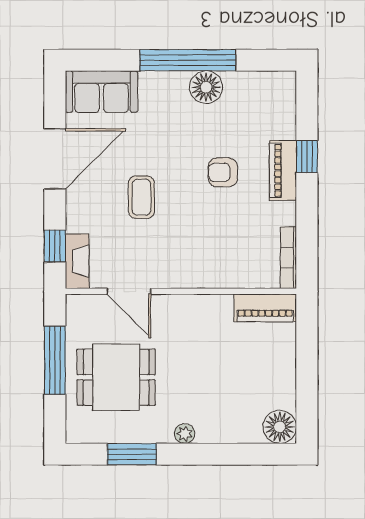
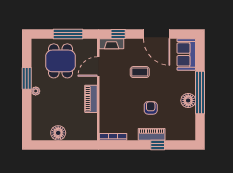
piano: (265, 308) -> (91, 99), moved
floor lamp: (280, 427) -> (58, 133), moved
window: (132, 454) -> (27, 78), moved

